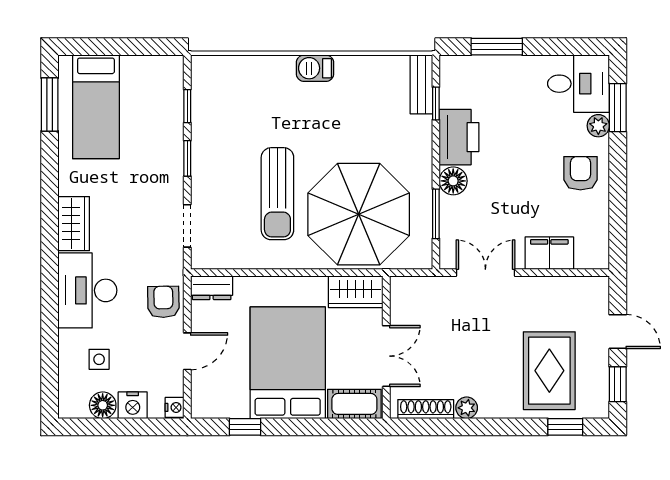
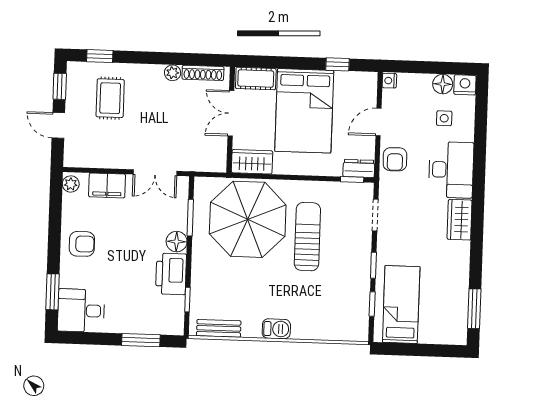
bench: (421, 84) -> (219, 328), moved, turned 90
bed: (96, 107) -> (401, 305), moved
plant: (598, 126) -> (71, 184), moved
armchair: (580, 173) -> (82, 244), turned -90
window: (220, 273) -> (352, 179), added
rug: (549, 371) -> (110, 98), width x0.73, depth x0.70
nightstand: (133, 405) -> (465, 85), moved

